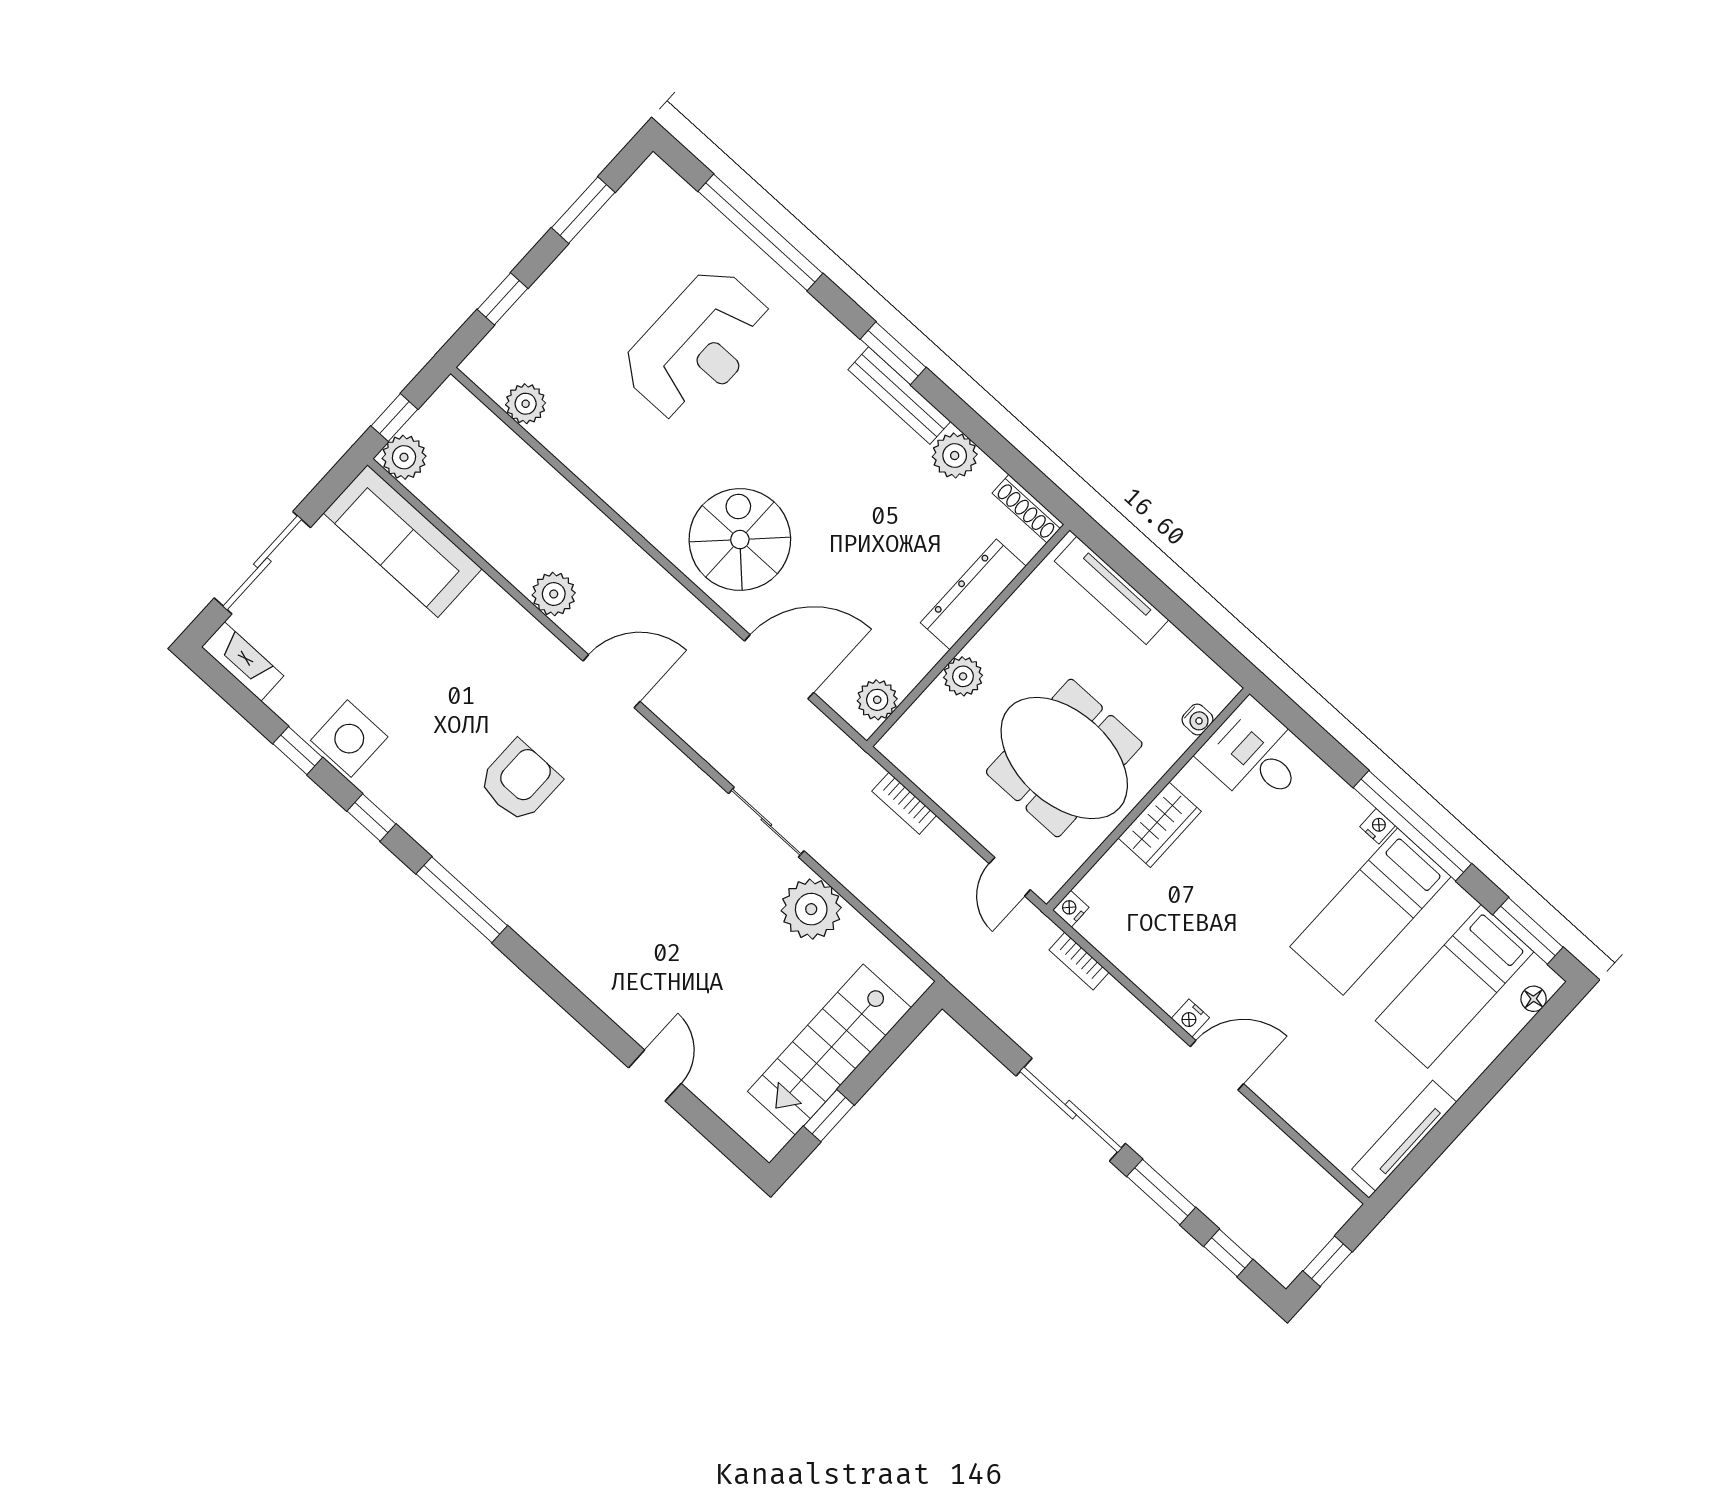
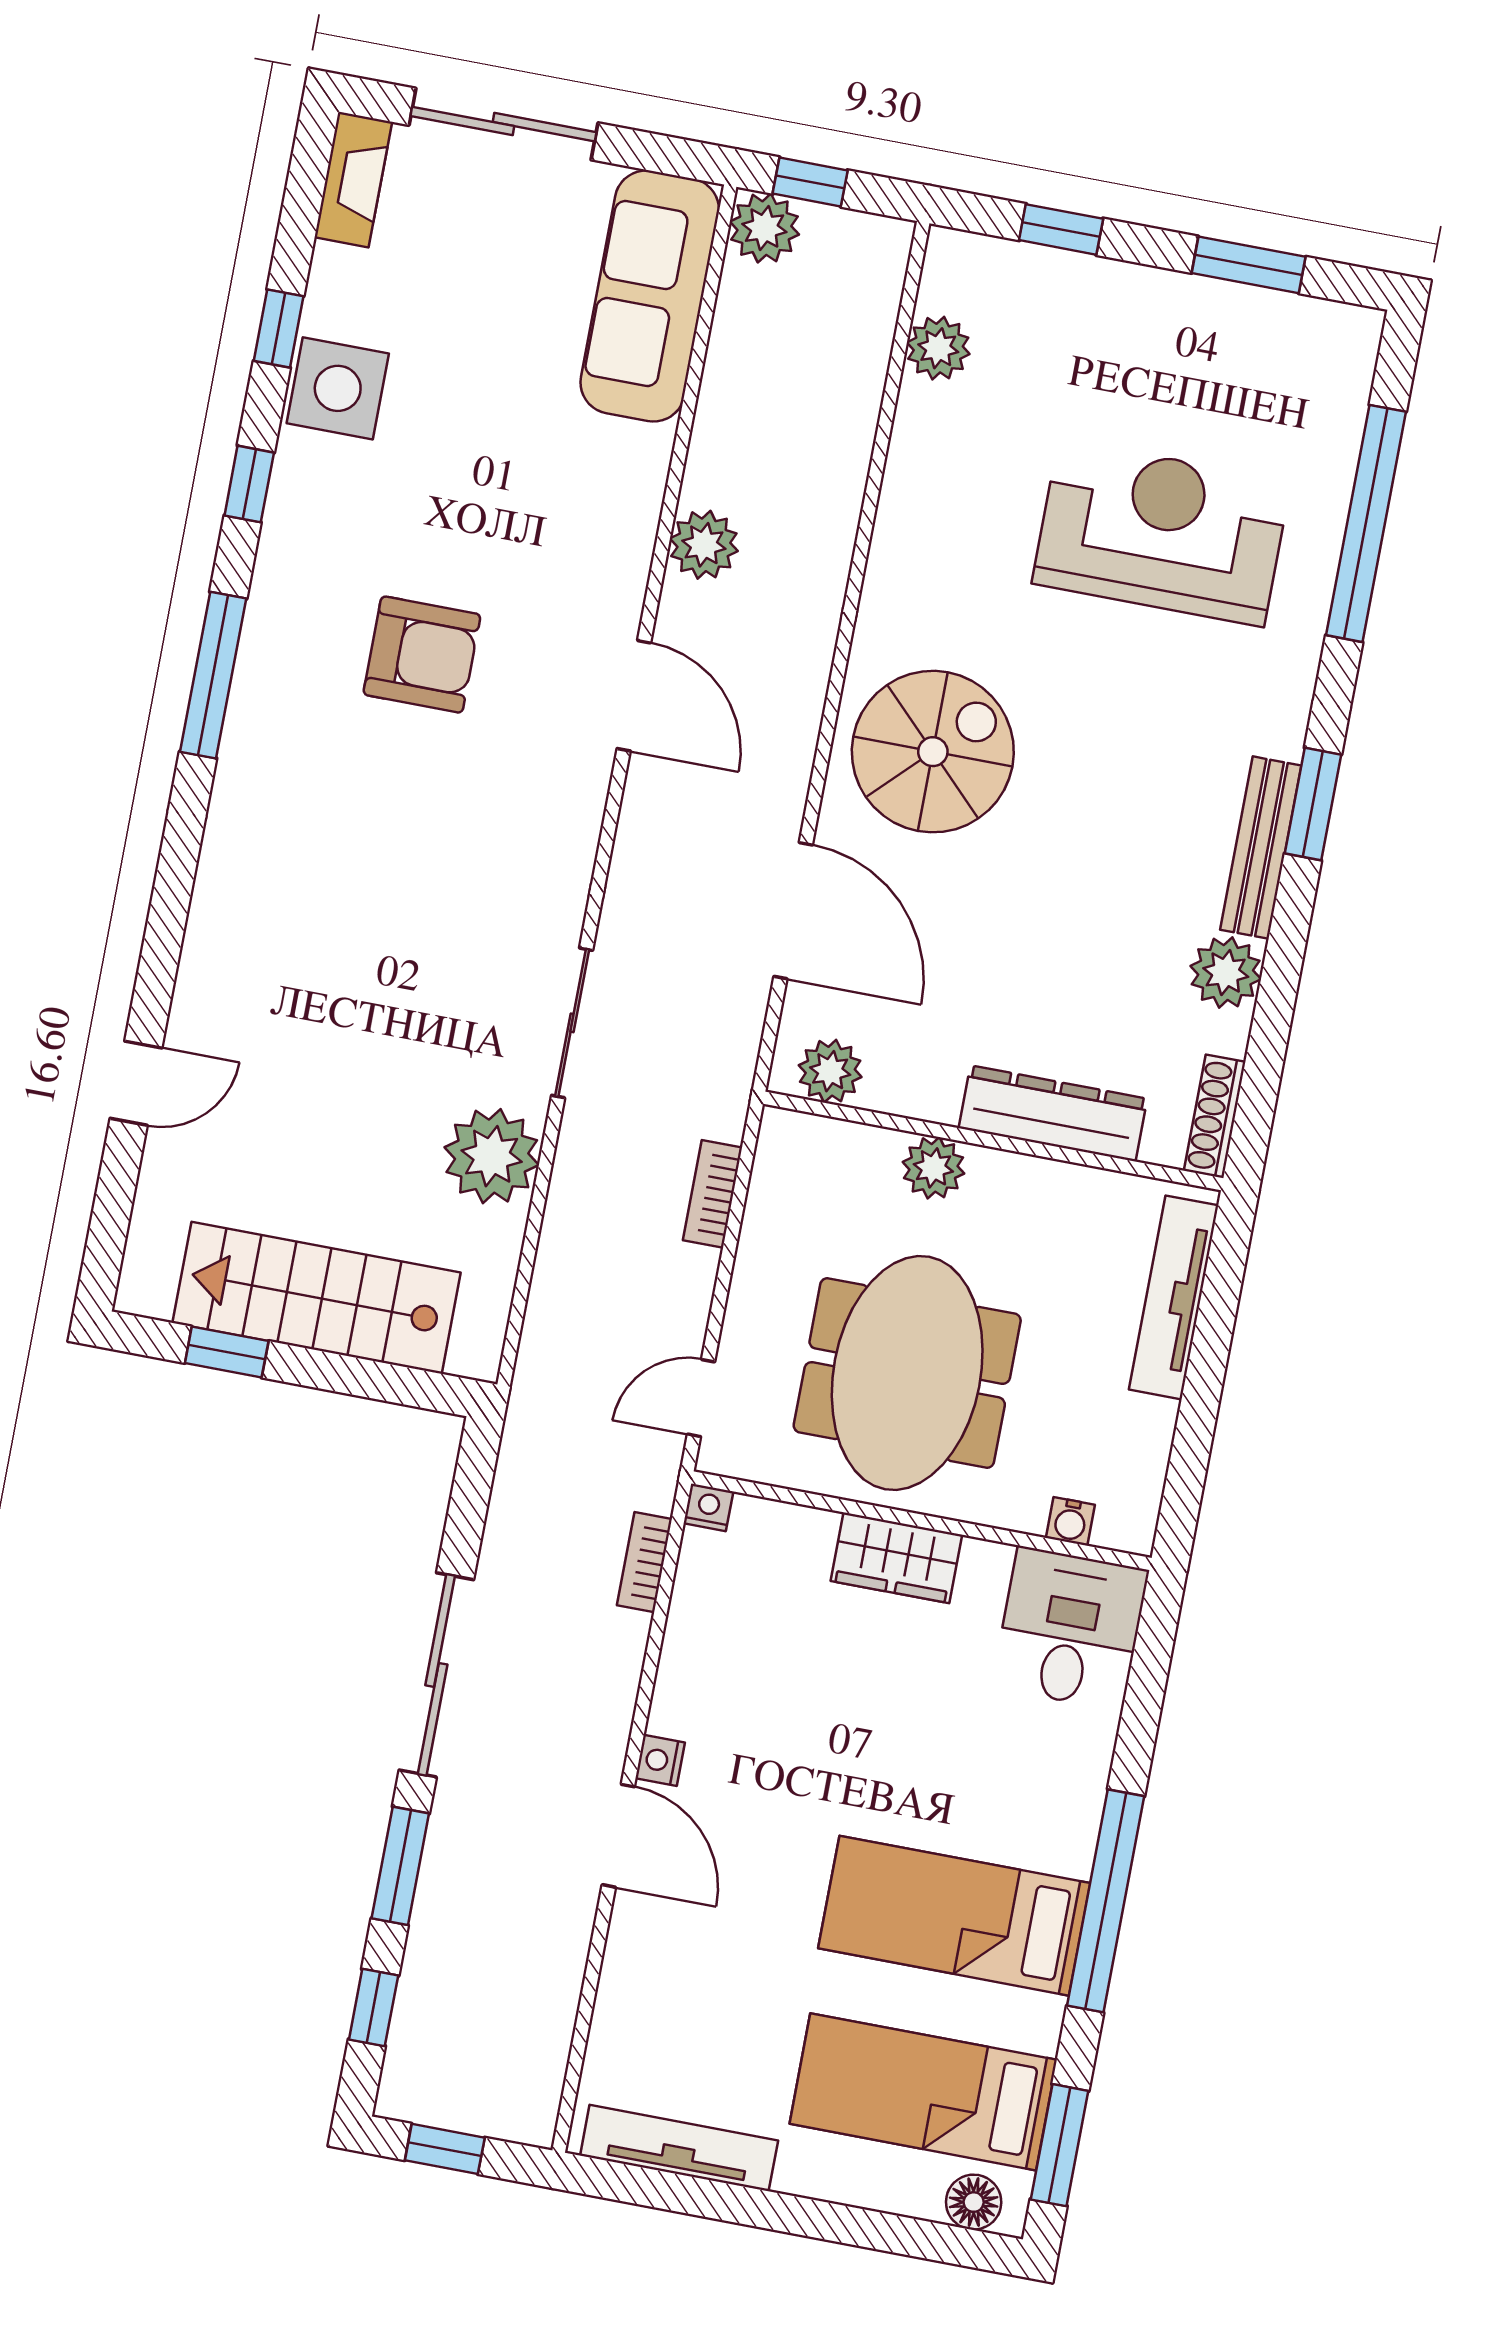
reception desk: (698, 345) -> (1161, 533), turned 180
nightstand: (1378, 826) -> (1076, 1854), removed
floor lamp: (1534, 999) -> (974, 2202), width x1.37, depth x1.37

